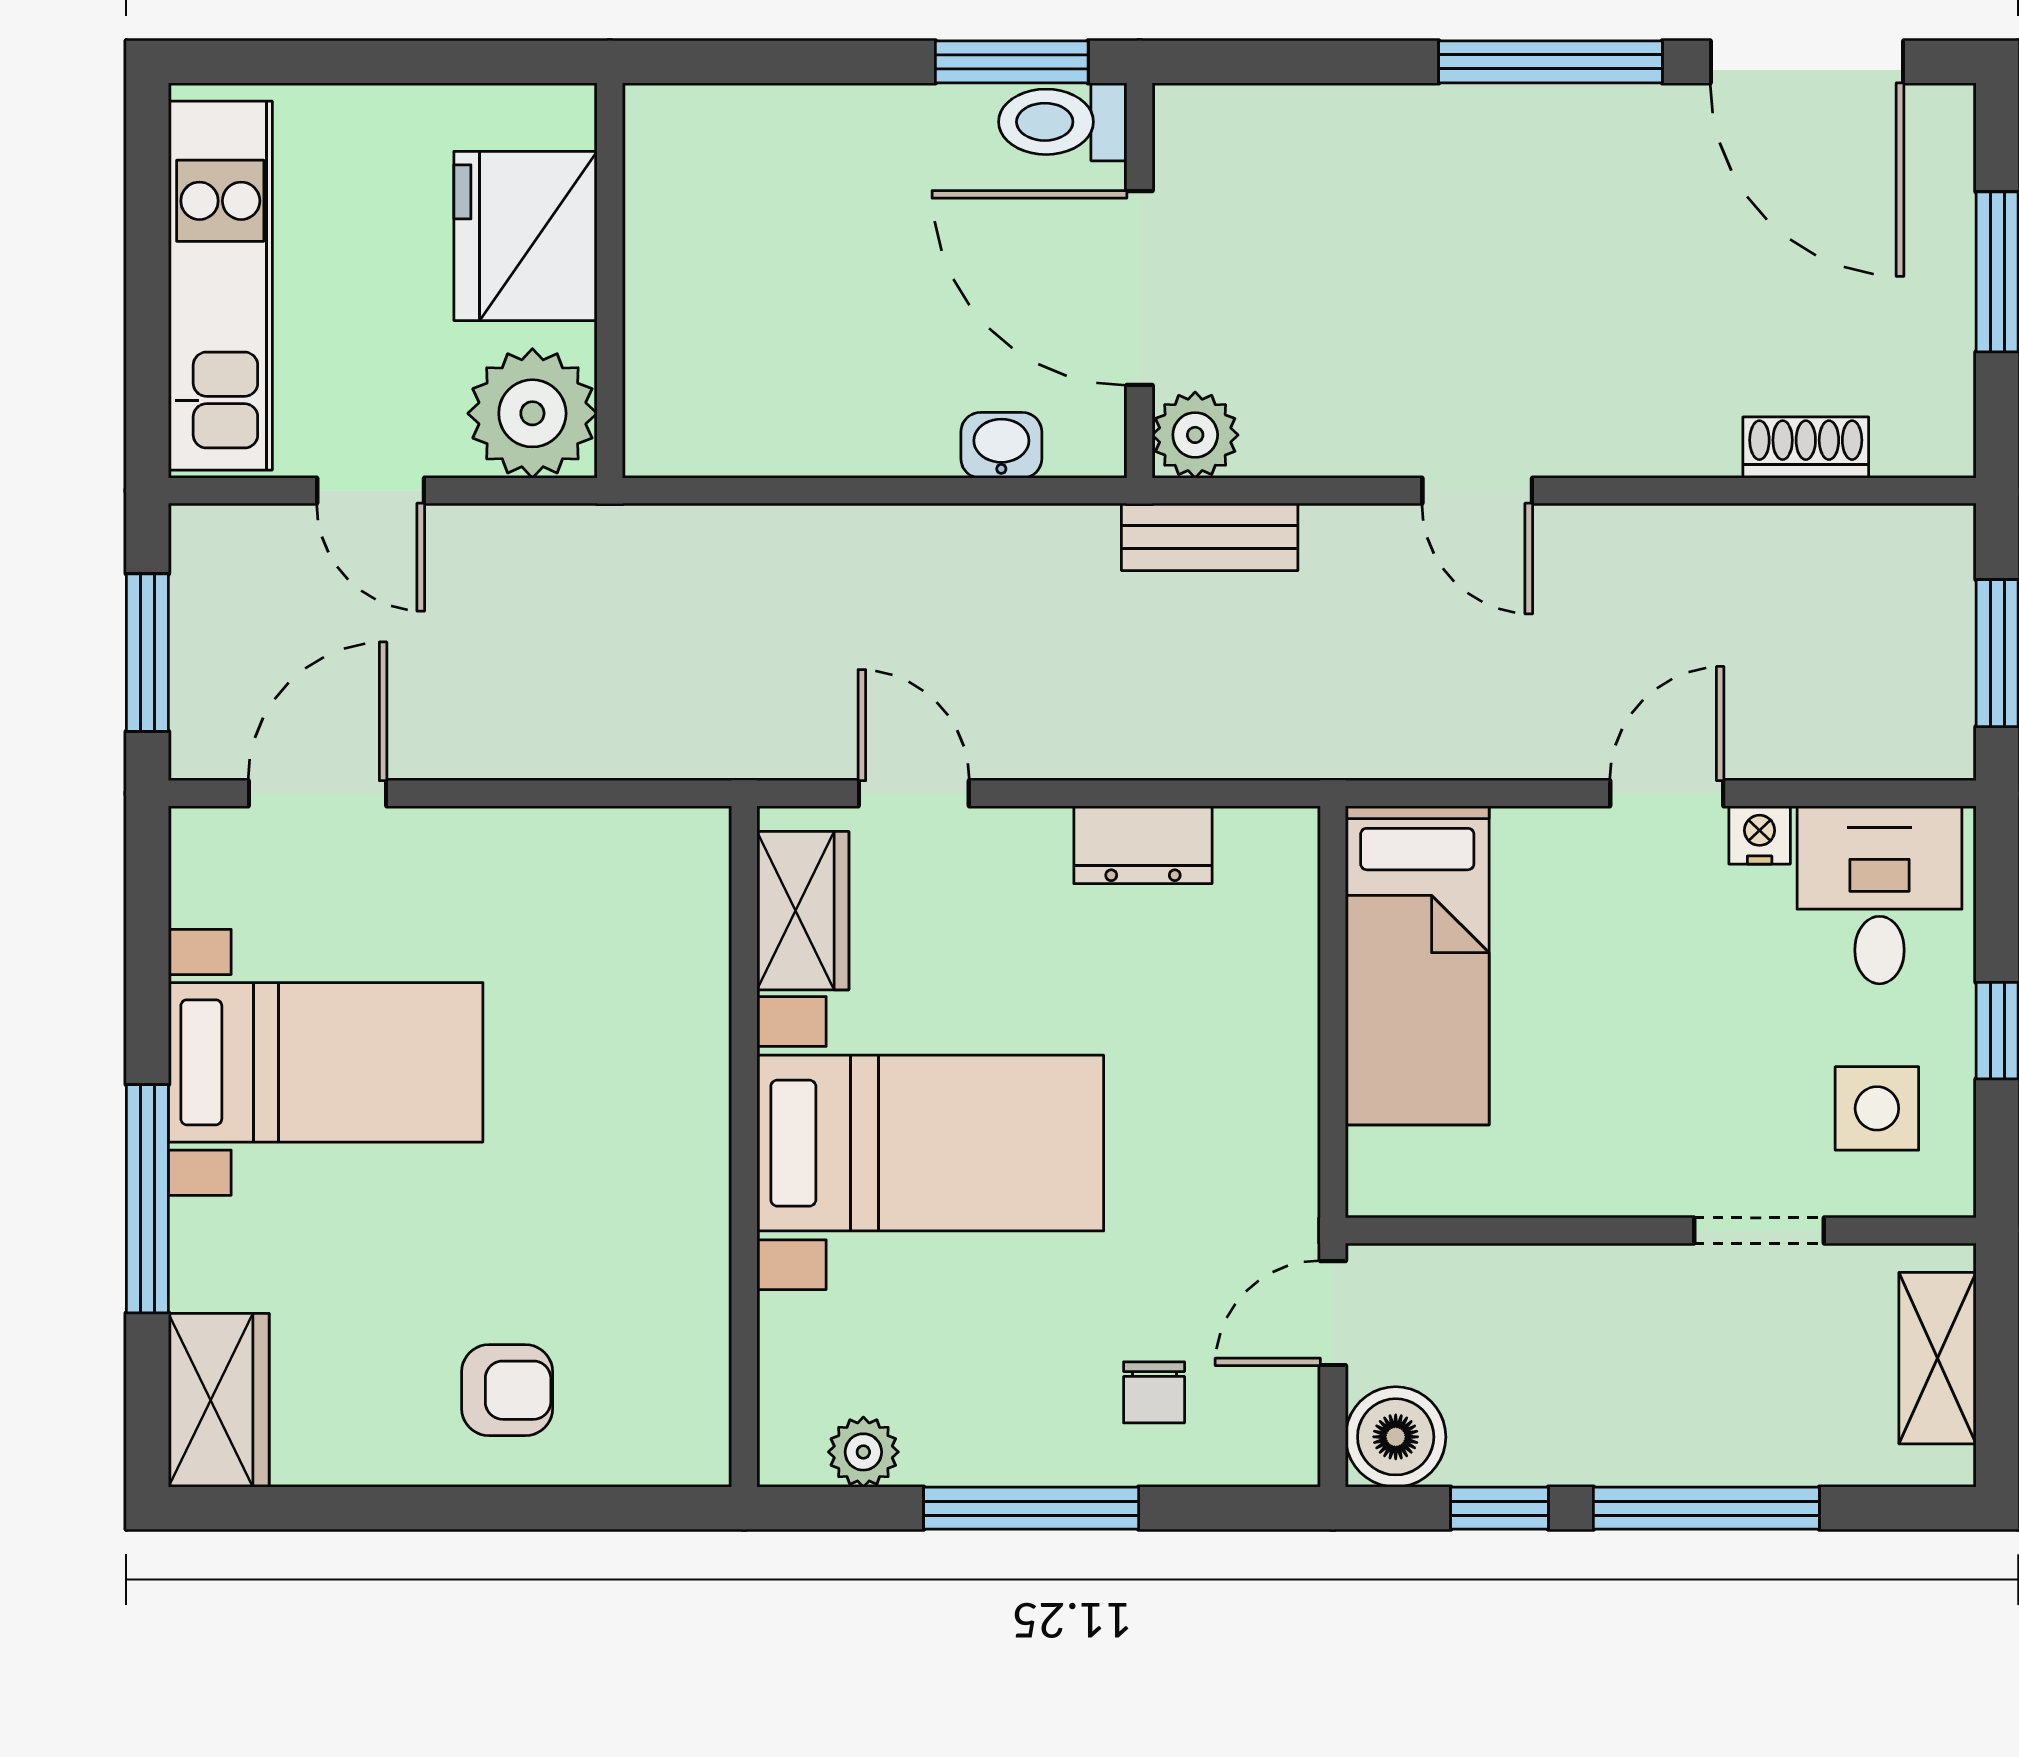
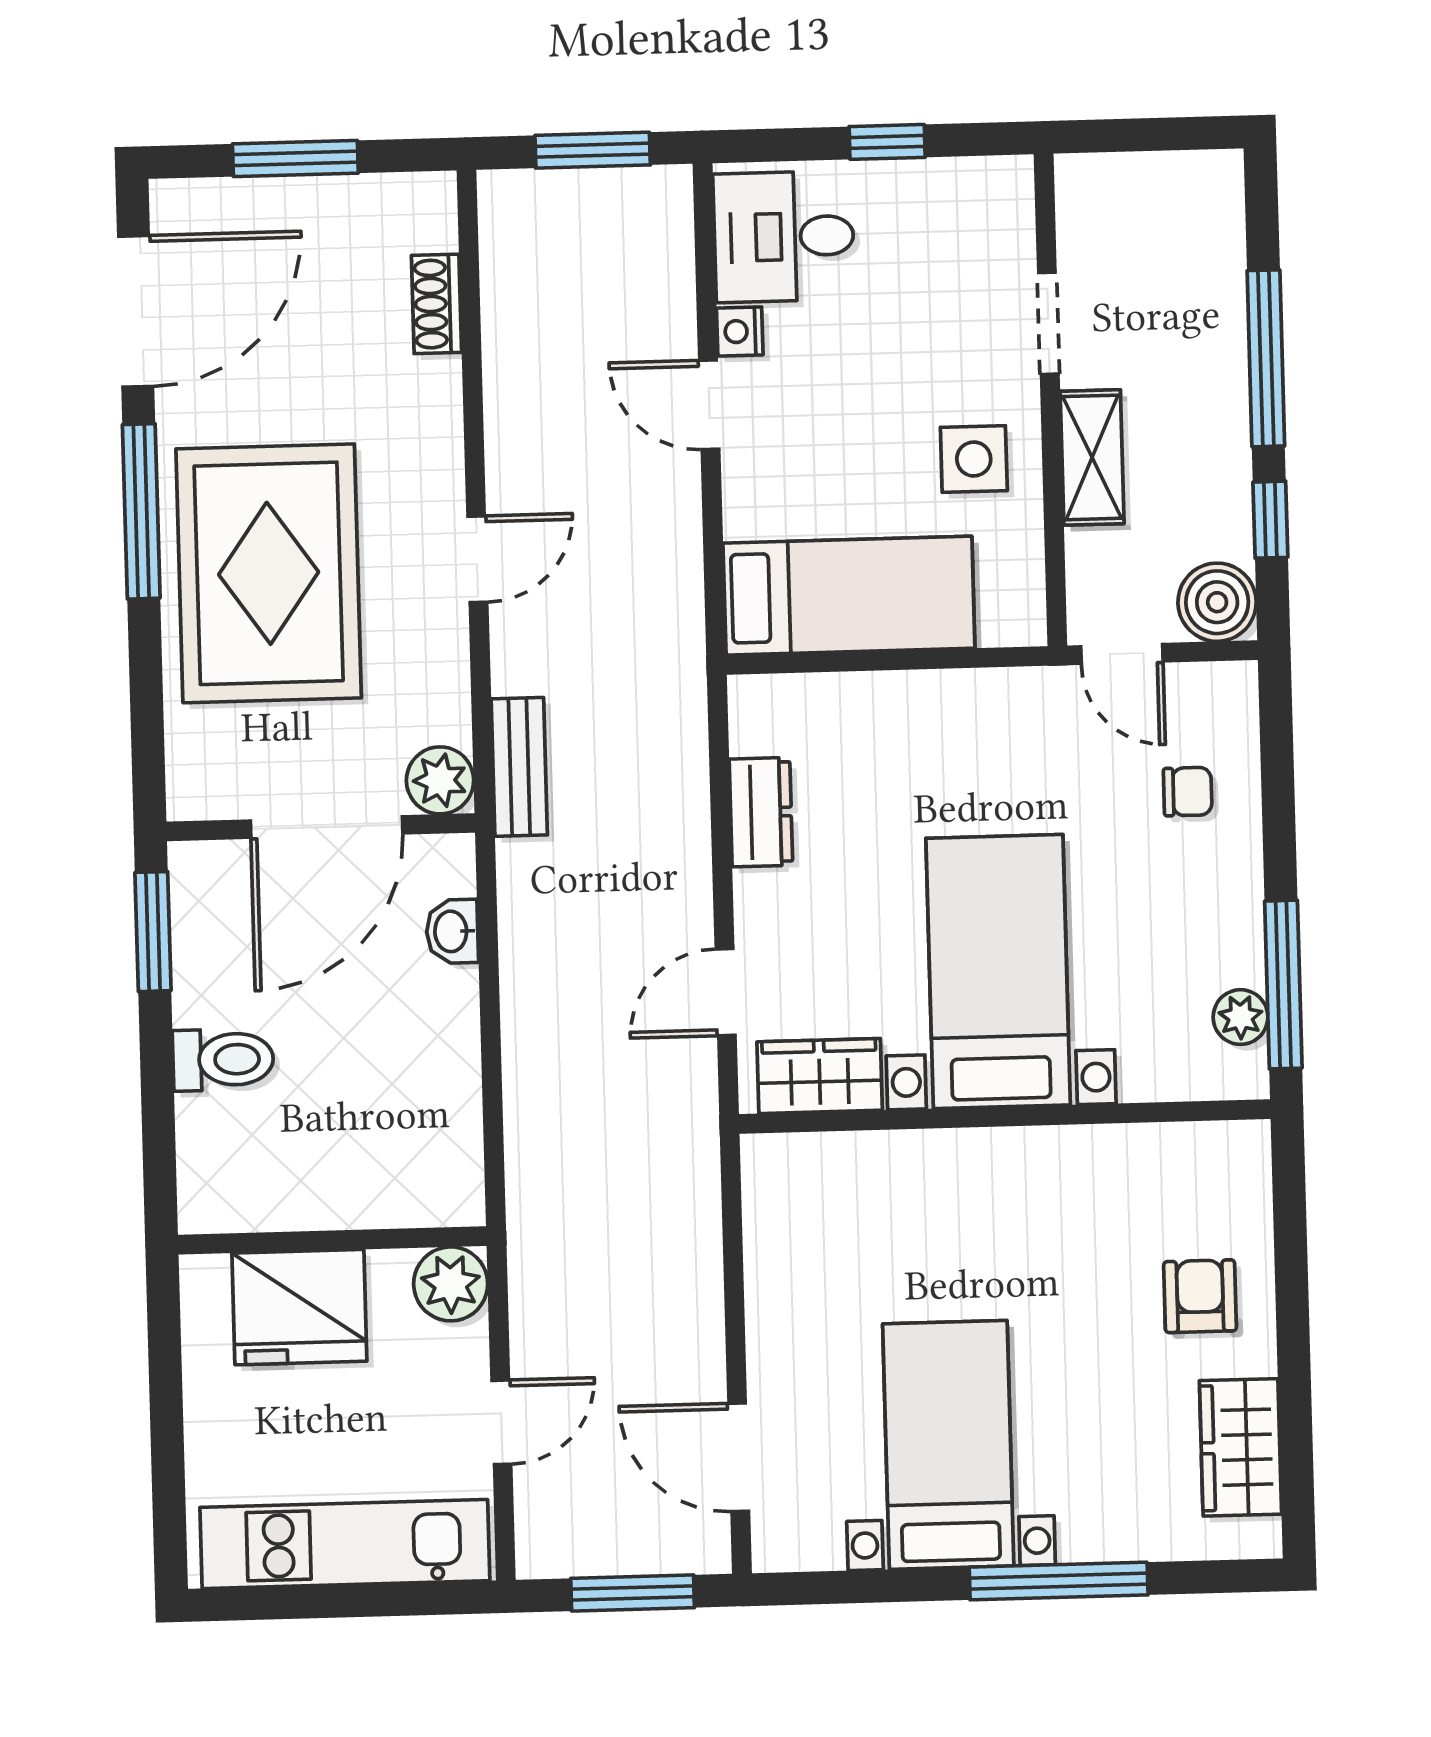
toilet: (1063, 122) -> (223, 1060), moved, turned -90
rug: (1467, 223) -> (269, 573), added
plant: (532, 413) -> (451, 1284), width x0.73, depth x0.73
side table: (1877, 1108) -> (974, 459), moved
shelving: (1937, 1358) -> (1092, 457), moved, turned 90
wardrobe: (219, 1400) -> (1241, 1447), moved, turned -90
window: (1031, 1508) -> (1283, 985), moved

